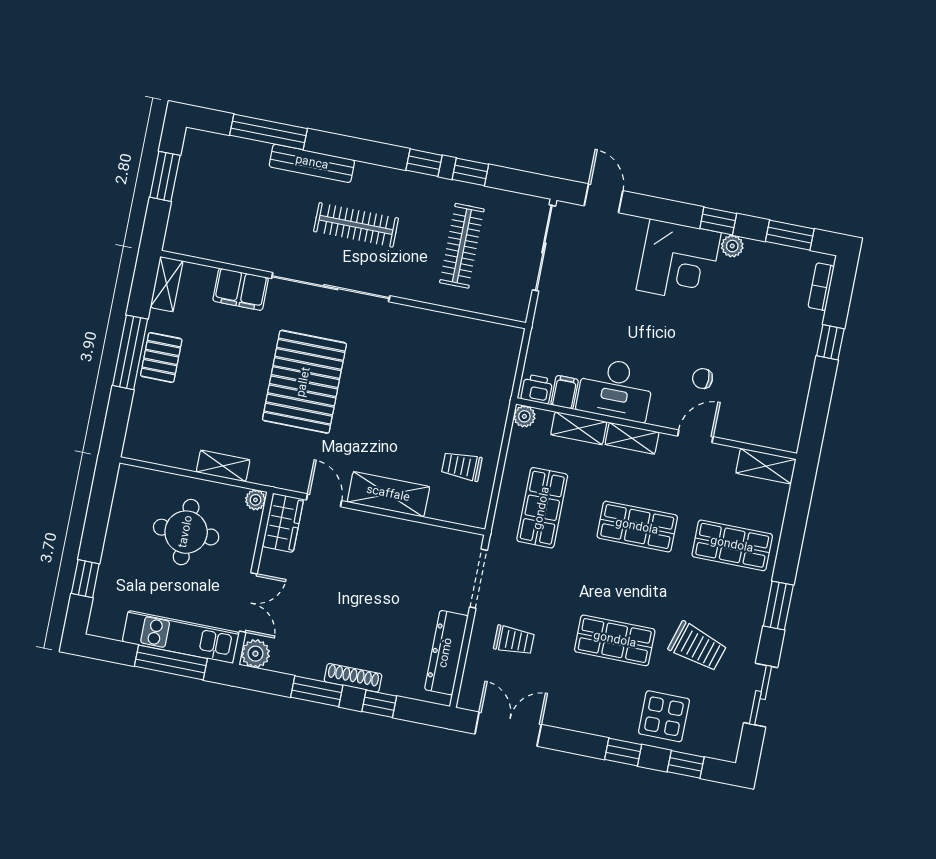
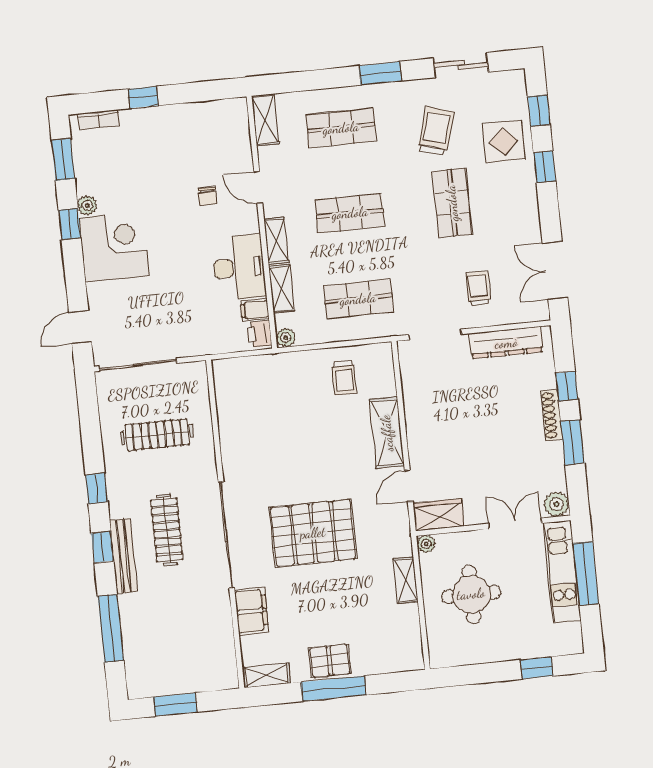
bench: (312, 163) -> (123, 556), moved
window: (470, 172) -> (102, 547), moved
shop shelf: (637, 527) -> (350, 213), turned 90
shop shelf: (732, 545) -> (341, 128), turned 90

